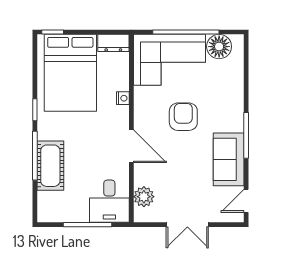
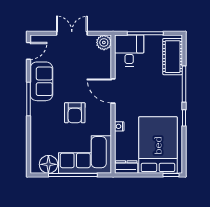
cot: (50, 166) -> (173, 57), moved
plant: (144, 197) -> (104, 42), moved

